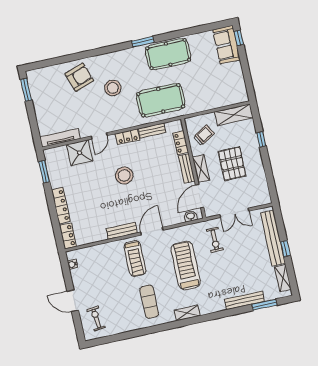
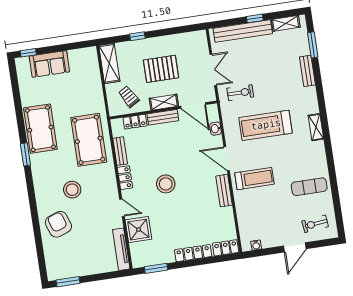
sofa: (226, 45) -> (49, 64), moved
washbasin: (191, 216) -> (215, 129), moved
bench: (245, 300) -> (307, 71), width x0.73
exercise mat: (149, 302) -> (309, 187), moved

